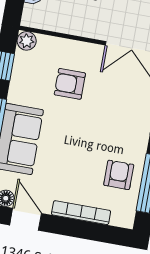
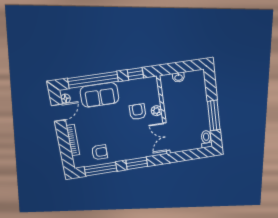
plant: (27, 41) -> (156, 111), moved

